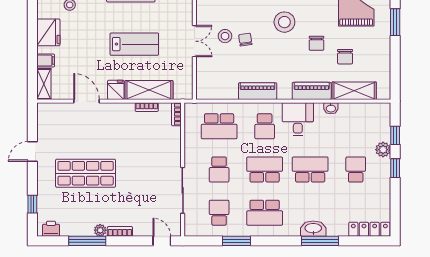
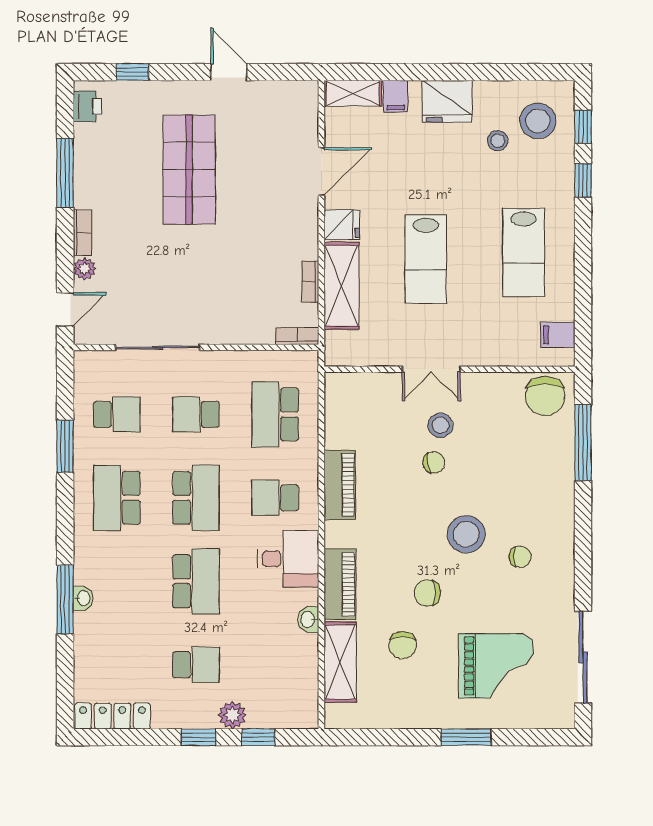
chair: (345, 57) -> (403, 645), turned -90
washbasin: (313, 229) -> (83, 598), width x0.52, depth x0.69
locker: (369, 229) -> (113, 716), moved, turned -90
plant: (100, 230) -> (84, 269), moved

